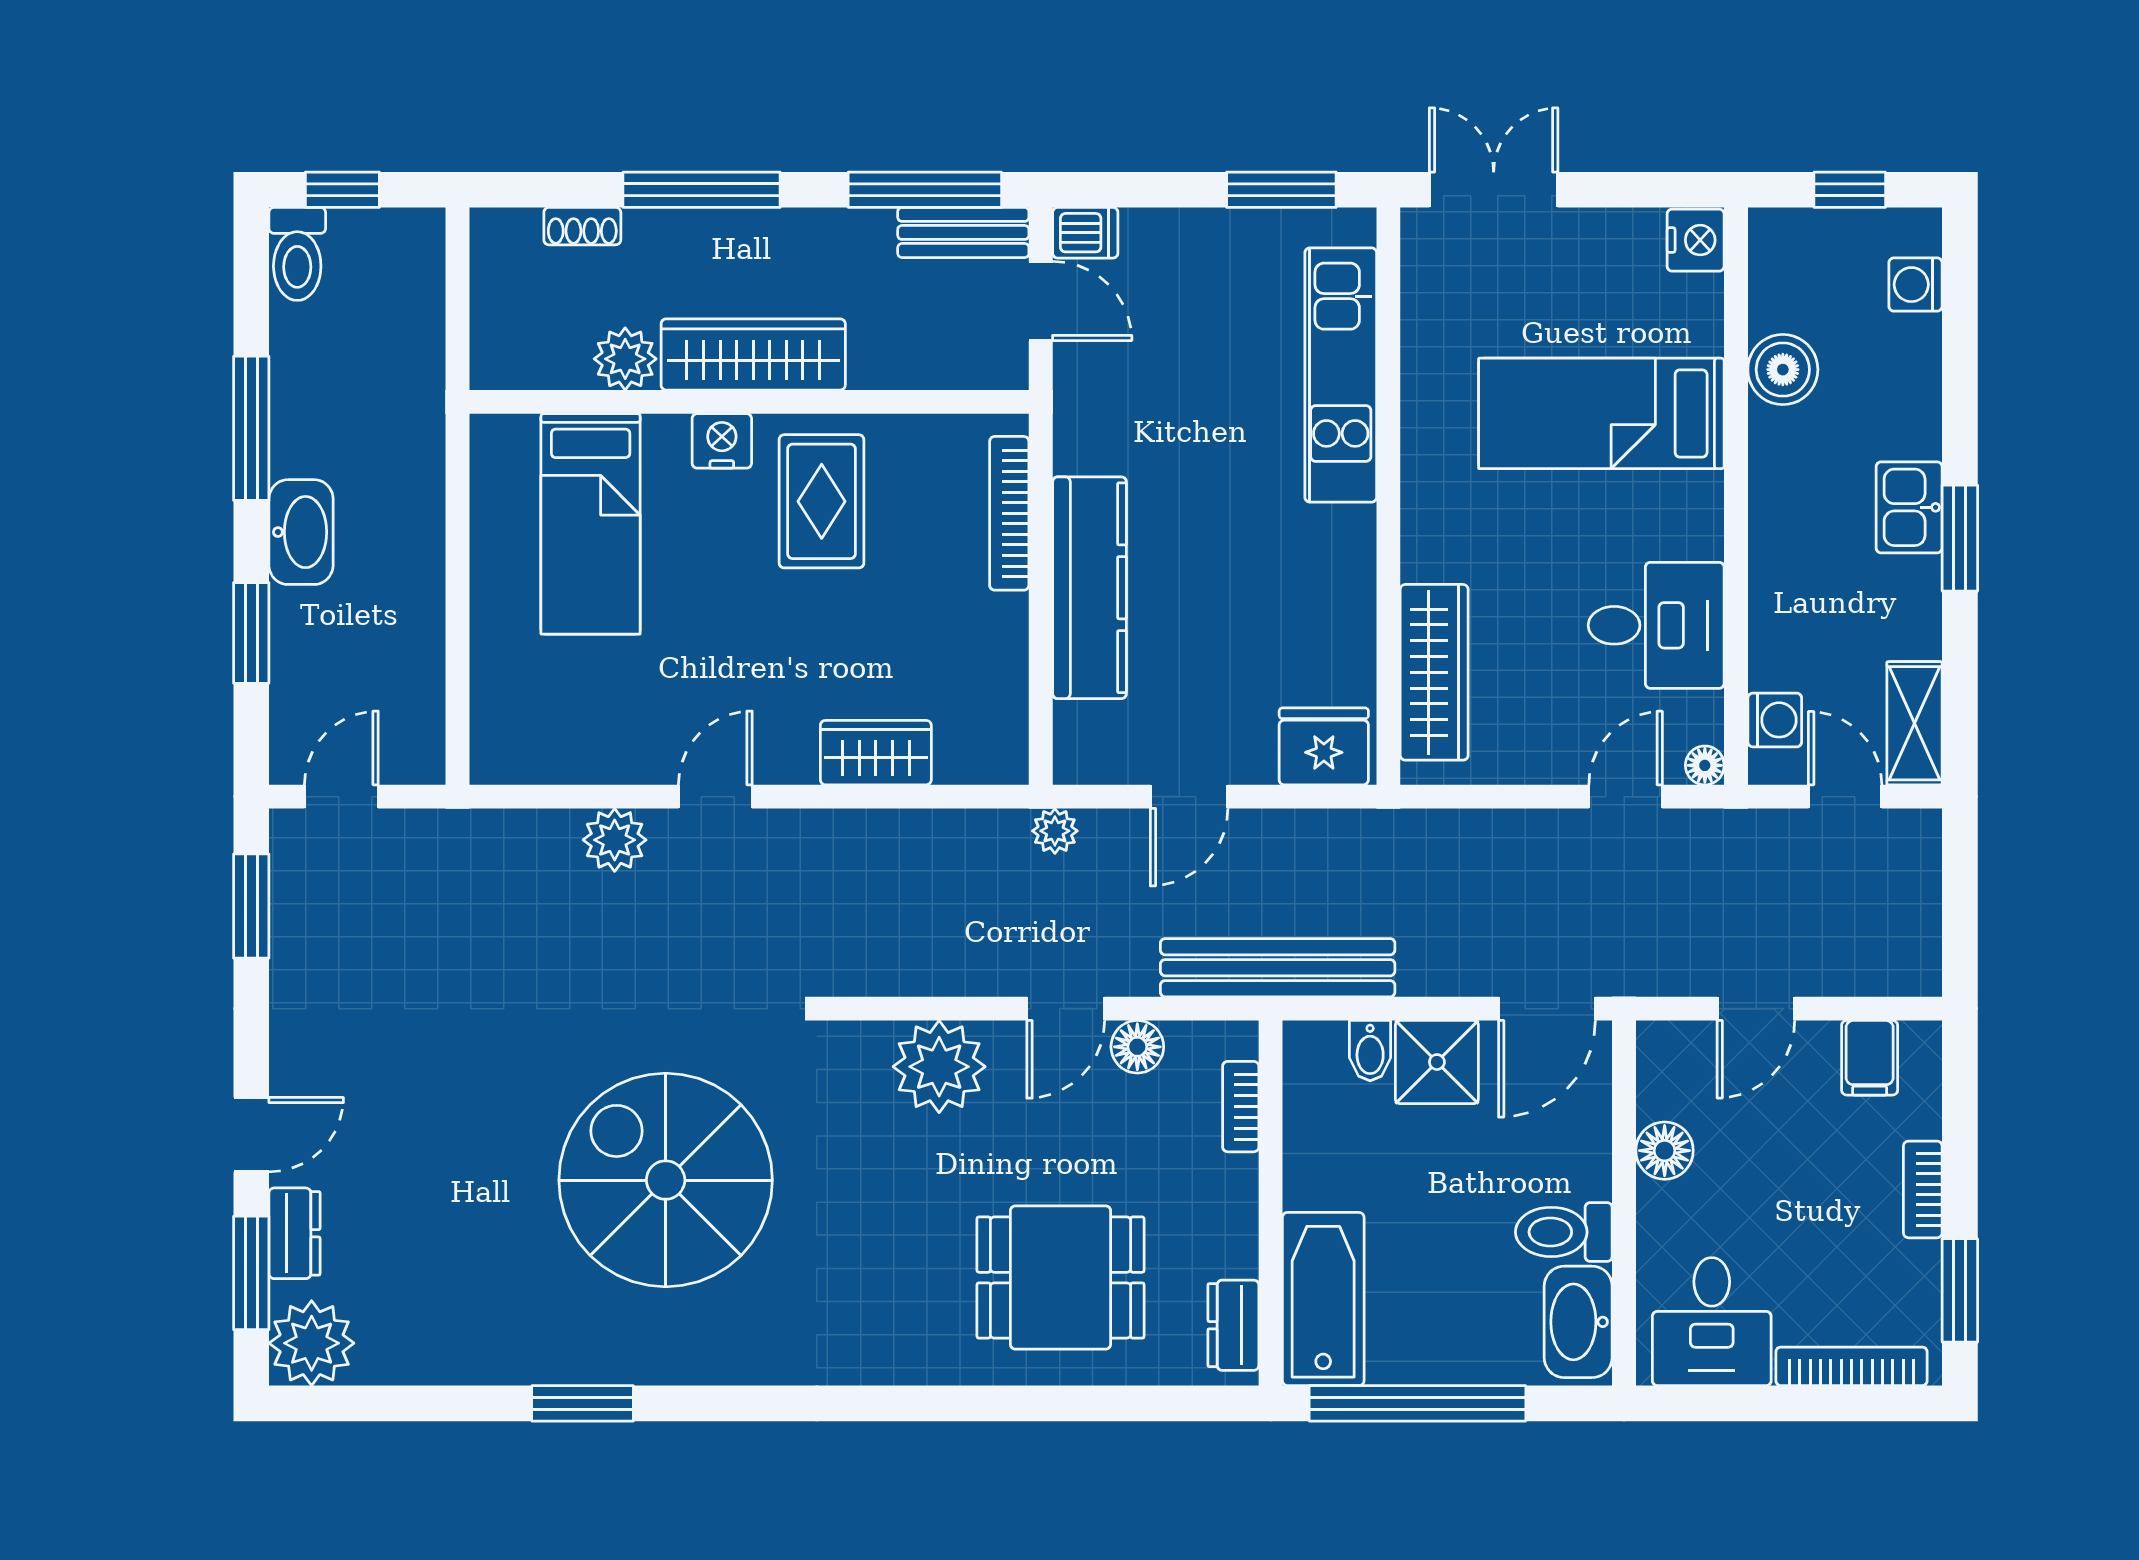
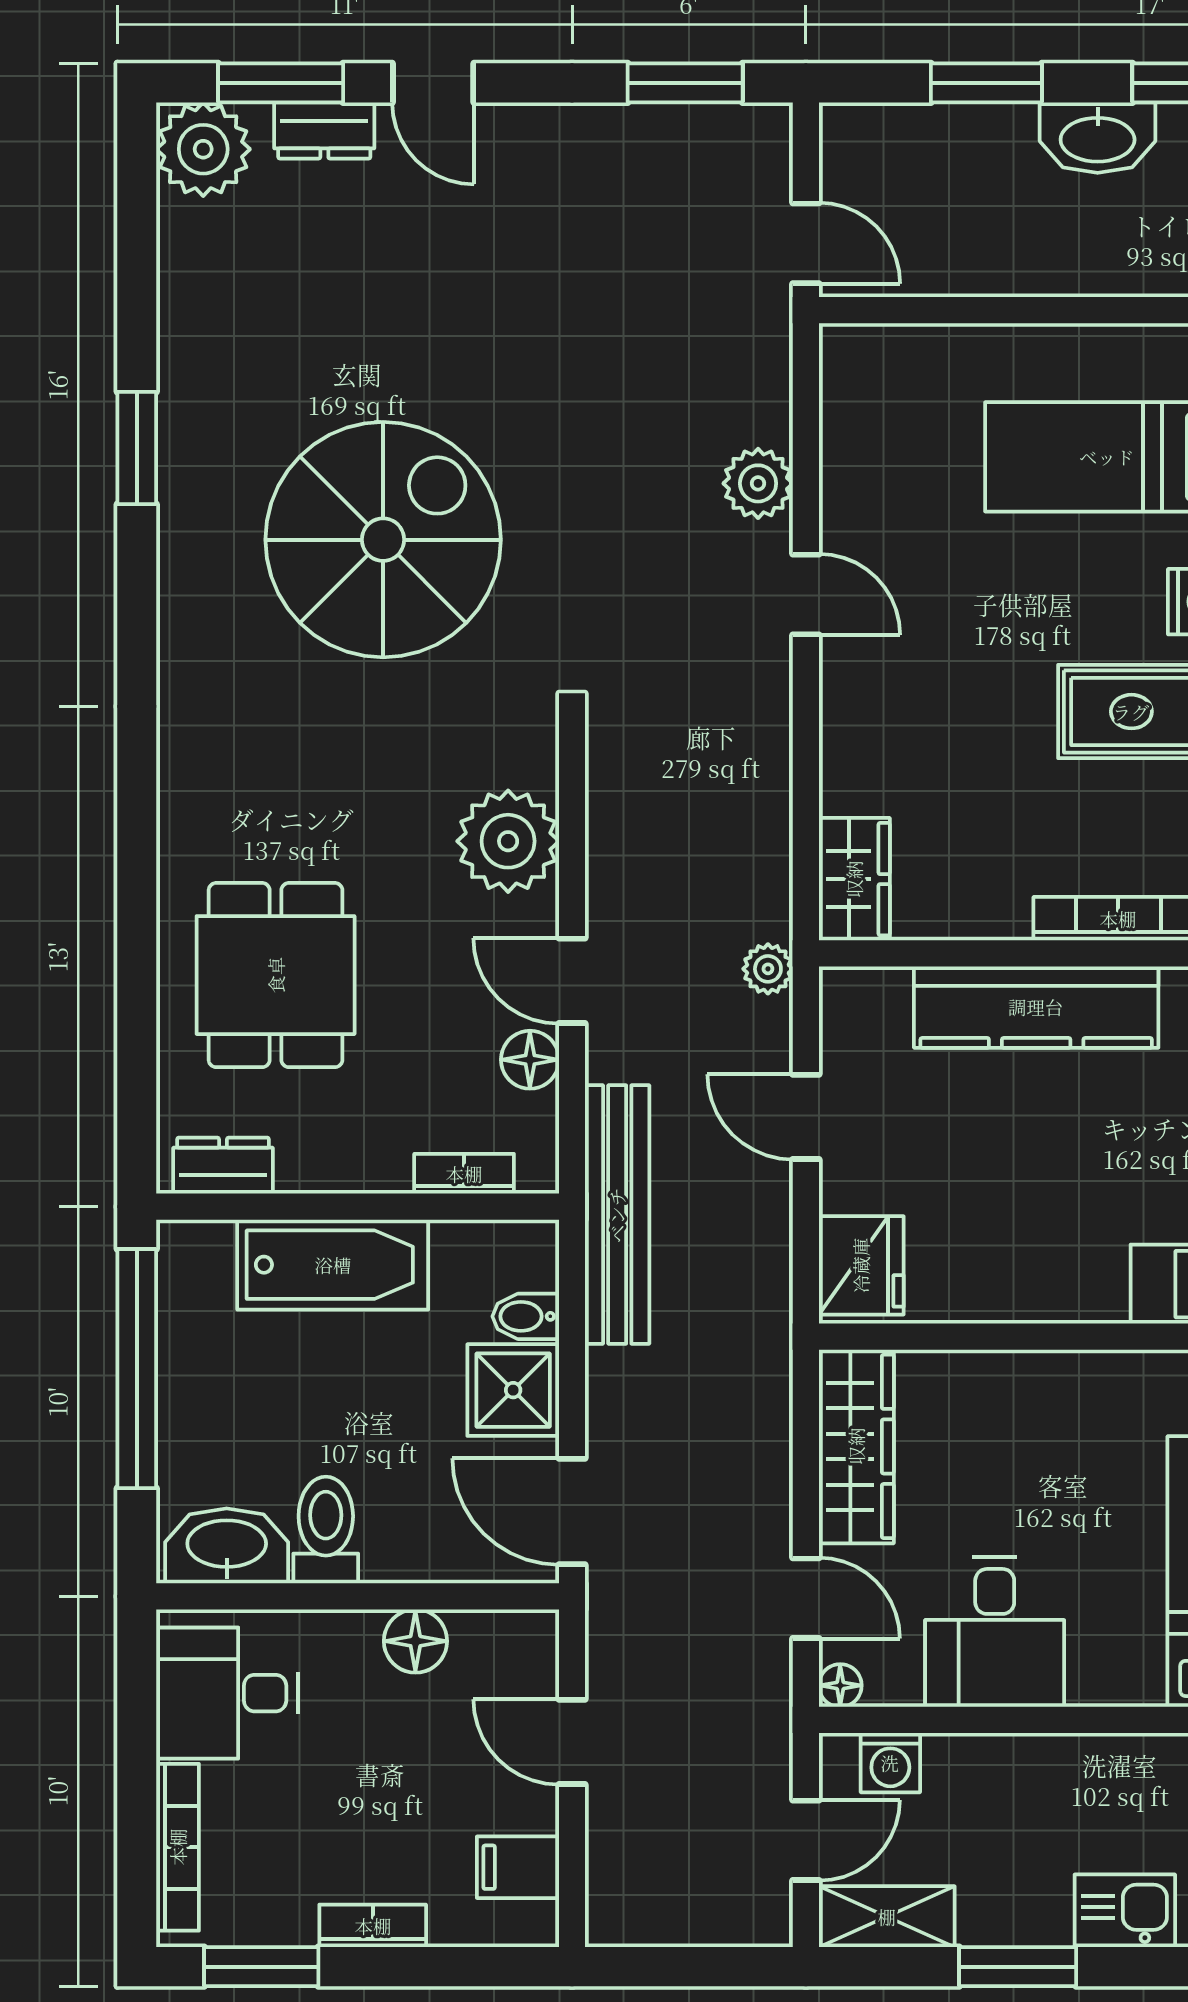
window: (1960, 538) -> (1018, 1967), moved
wardrobe: (1434, 672) -> (856, 1446), moved, turned -90
wardrobe: (876, 753) -> (854, 879), moved
door: (341, 797) -> (806, 243), moved
bathtub: (1323, 1299) -> (333, 1265), moved

